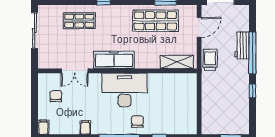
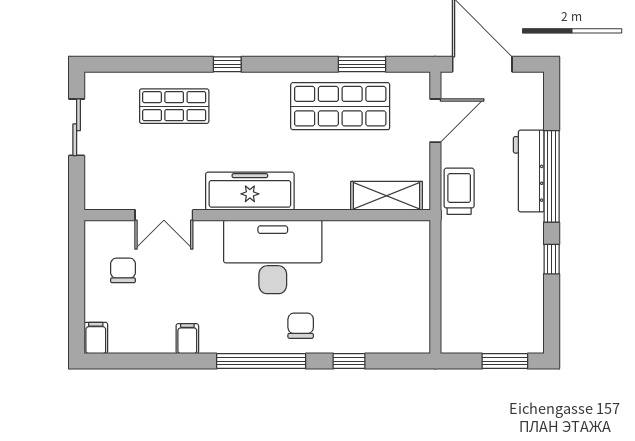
sliding door: (35, 31) -> (77, 127), width x0.73
workbench: (242, 45) -> (529, 171), width x1.38

